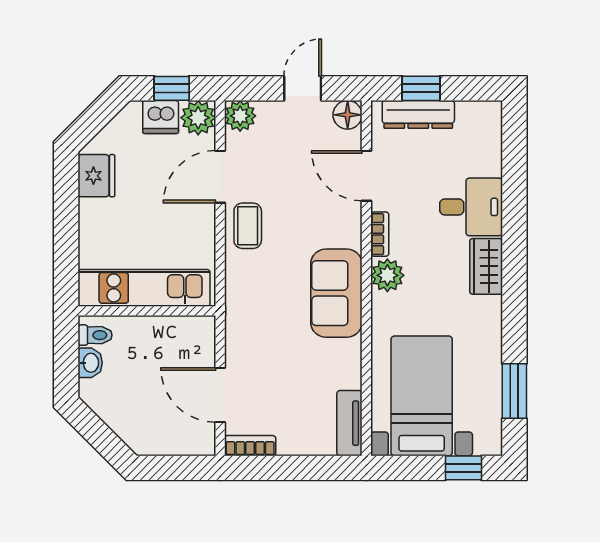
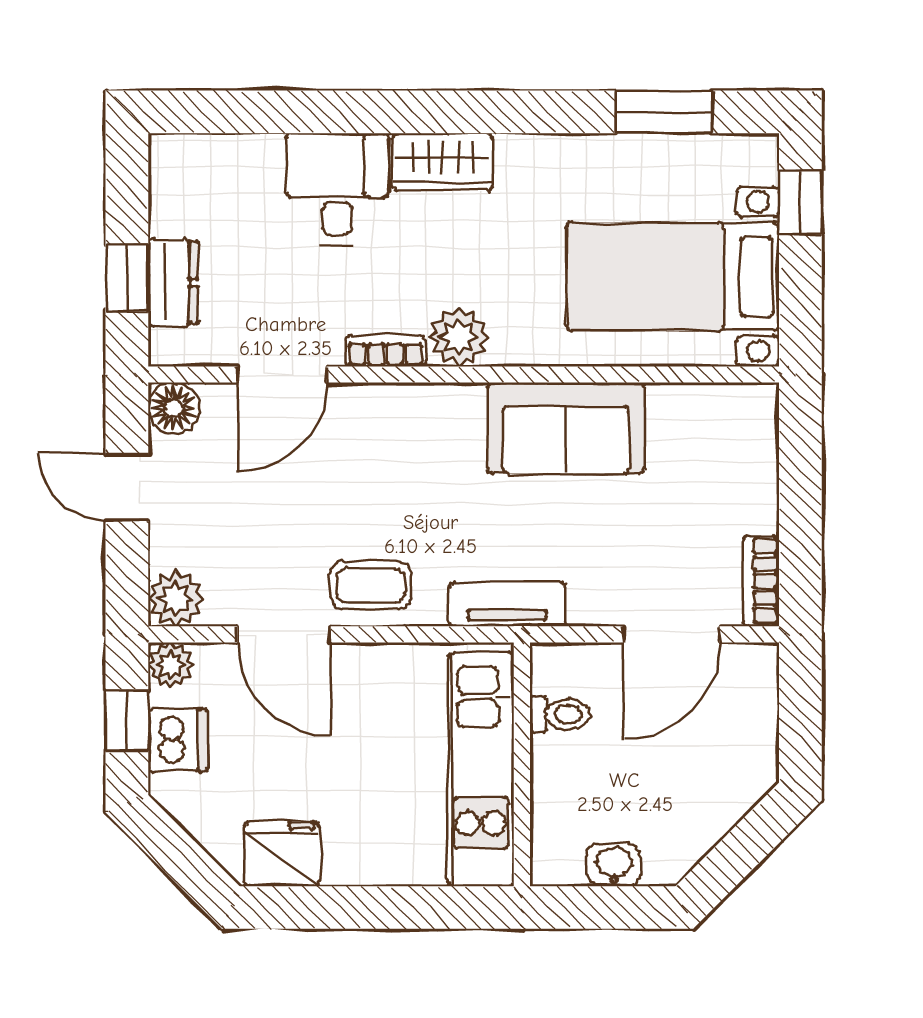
dresser: (418, 114) -> (173, 282), width x0.70
plant: (198, 118) -> (170, 665), width x0.73, depth x0.73
sofa: (336, 293) -> (566, 428), moved
toilet: (95, 335) -> (560, 714), moved, turned 90
tv unit: (349, 423) -> (507, 604), moved, turned 180

